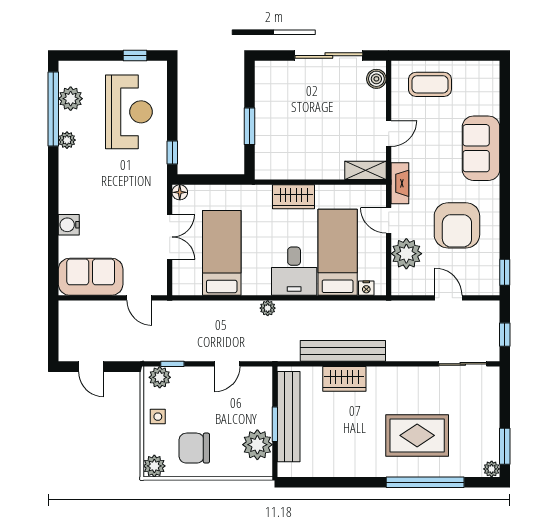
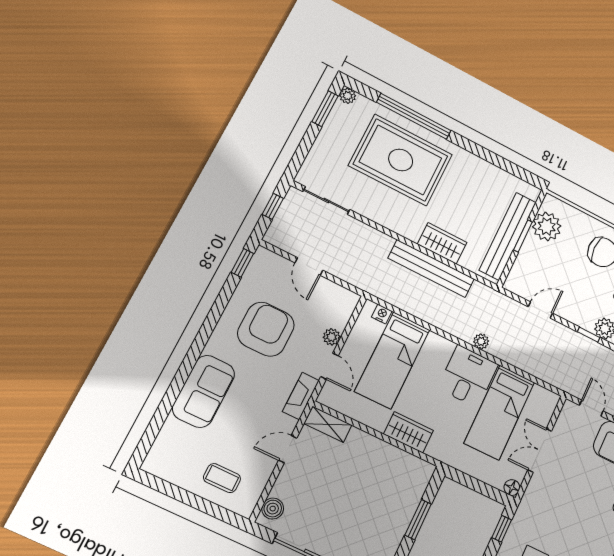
coffee table: (430, 84) -> (222, 478), width x0.73, depth x0.77
plant: (406, 254) -> (332, 337), width x0.53, depth x0.53
desk: (294, 271) -> (468, 376), moved
rug: (417, 435) -> (401, 160), width x1.37, depth x1.44

